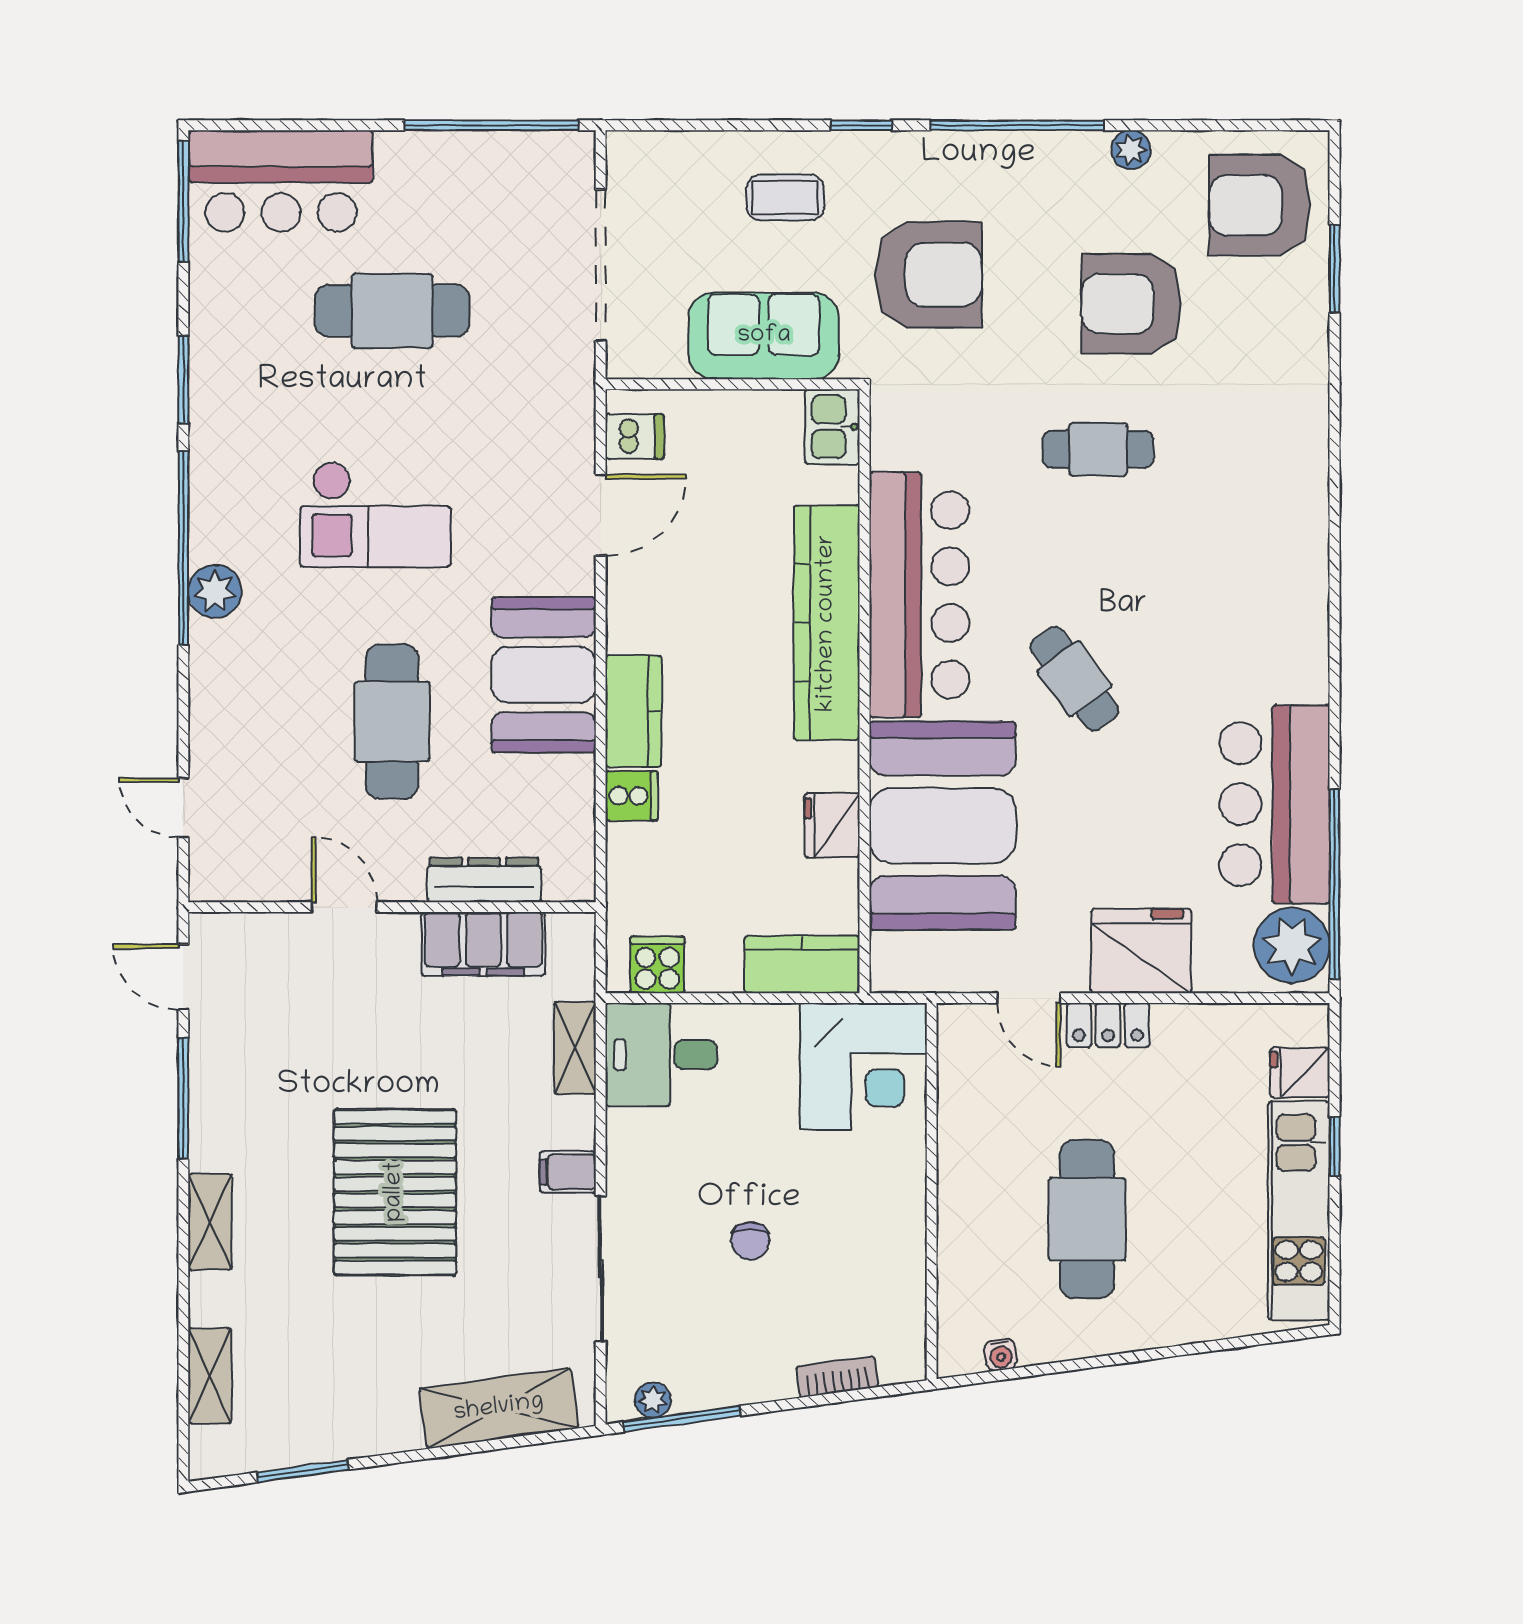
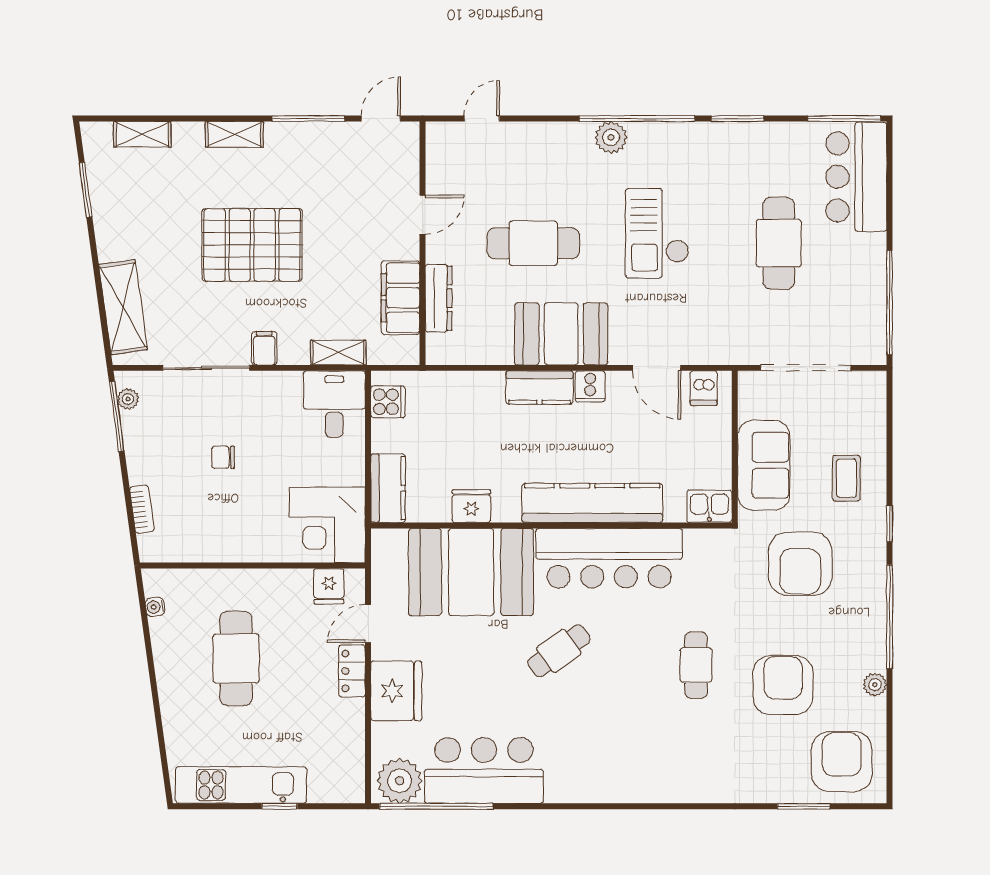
cooker: (632, 796) -> (590, 386), moved
fridge: (1300, 1073) -> (329, 586), moved, turned 180
cafe table: (1087, 1219) -> (236, 658), turned 90

